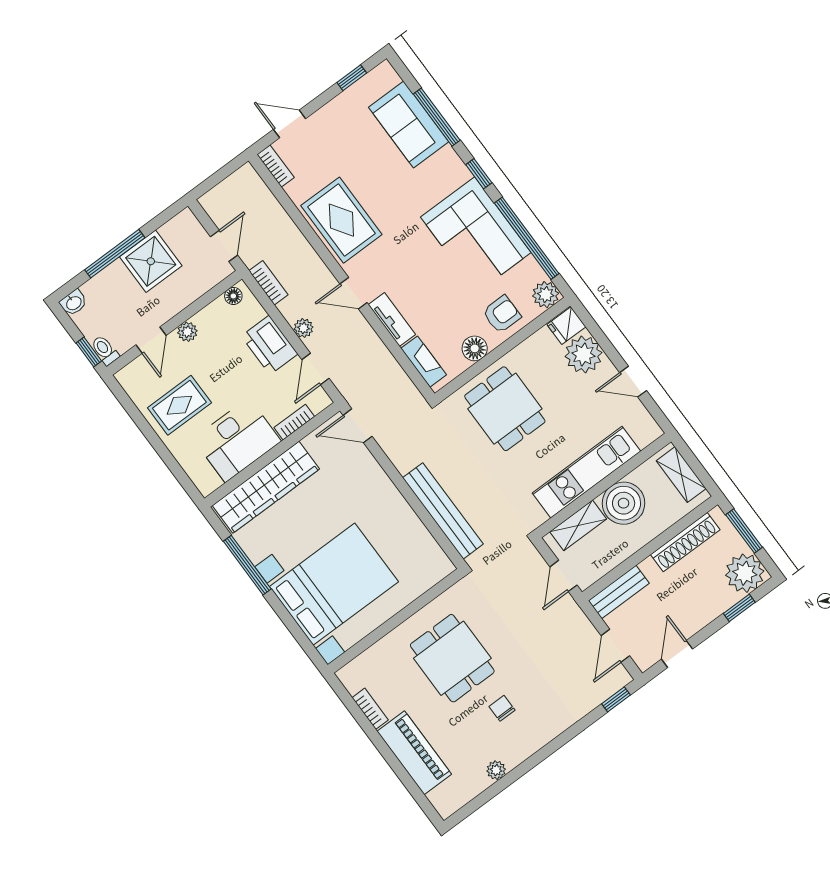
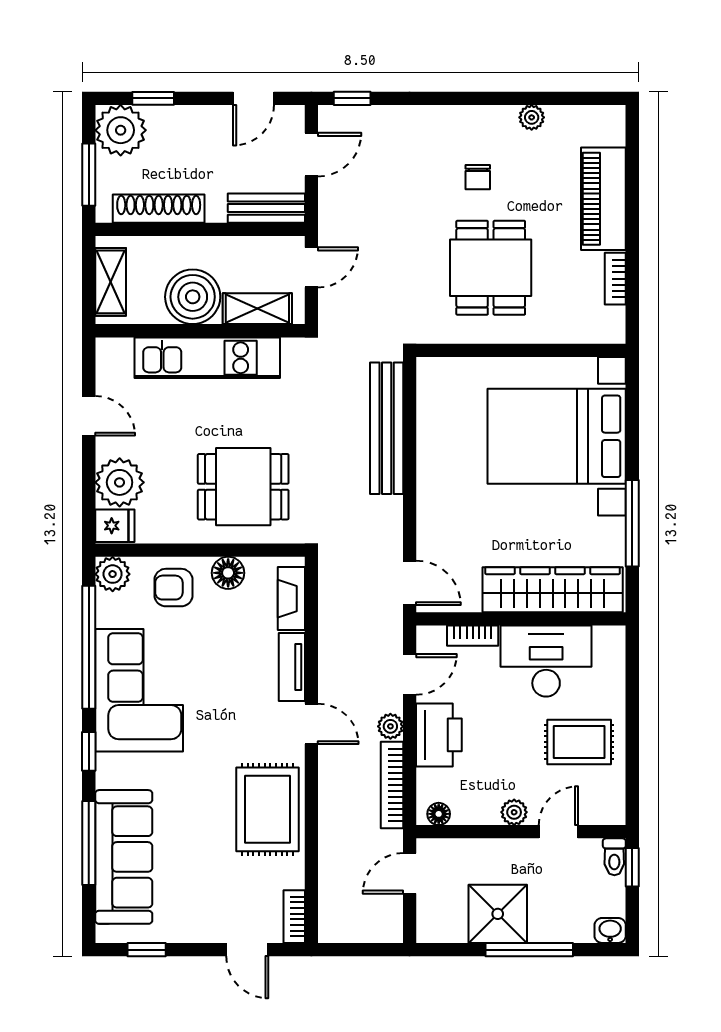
sofa: (409, 125) -> (124, 857), width x1.36
bookcase: (268, 283) -> (392, 785), width x1.56
dining table: (505, 409) -> (243, 487), turned 90

